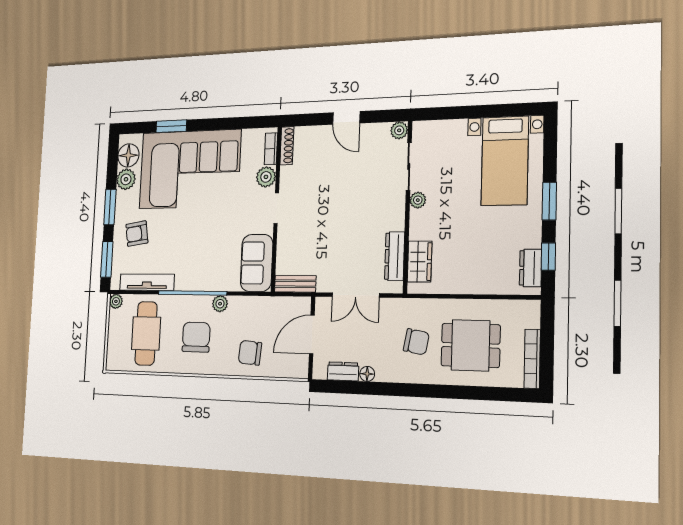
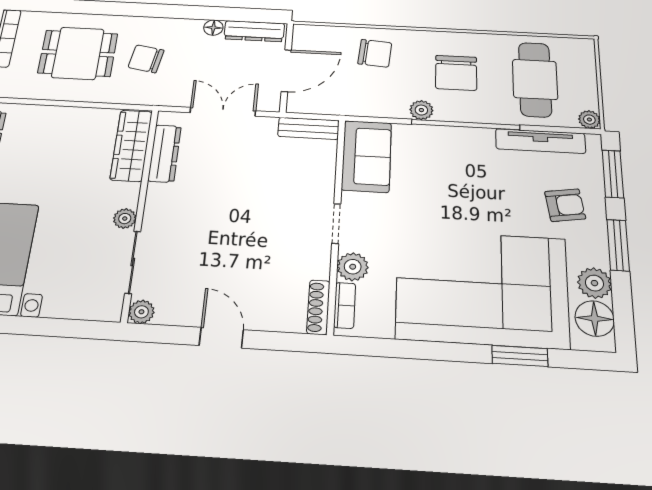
wardrobe: (420, 262) -> (131, 145), width x1.50
dresser: (343, 371) -> (254, 31), width x1.44

